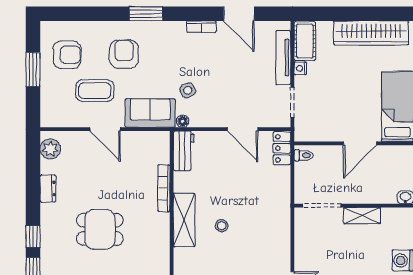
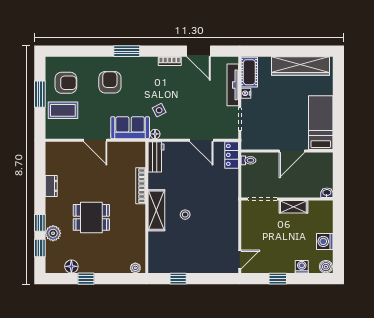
coffee table: (95, 91) -> (63, 110), moved
plant: (50, 149) -> (53, 233), moved

